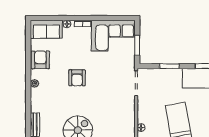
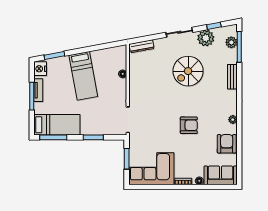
armchair: (40, 60) -> (227, 144), turned 180
armchair: (77, 78) -> (189, 125), turned 90

